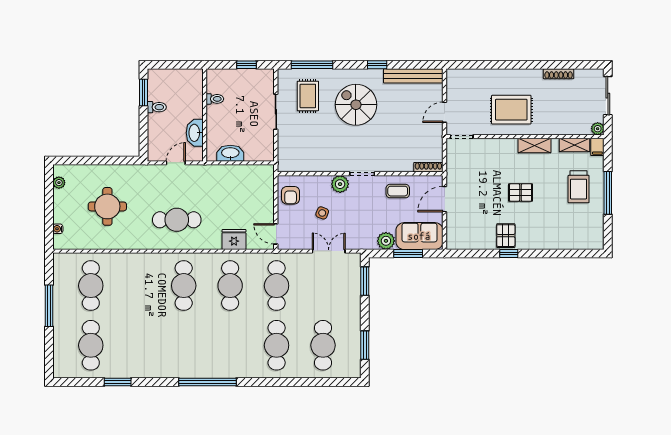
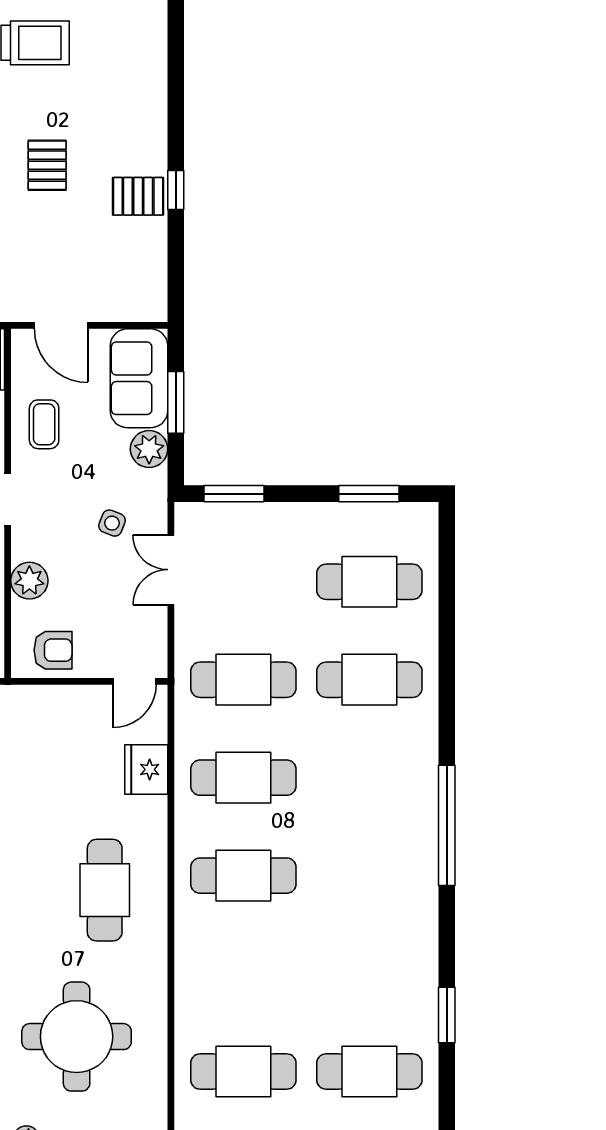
plant: (340, 184) -> (29, 581), moved
round table: (107, 206) -> (77, 1037), width x1.36, depth x1.36
side table: (322, 213) -> (112, 523), moved

